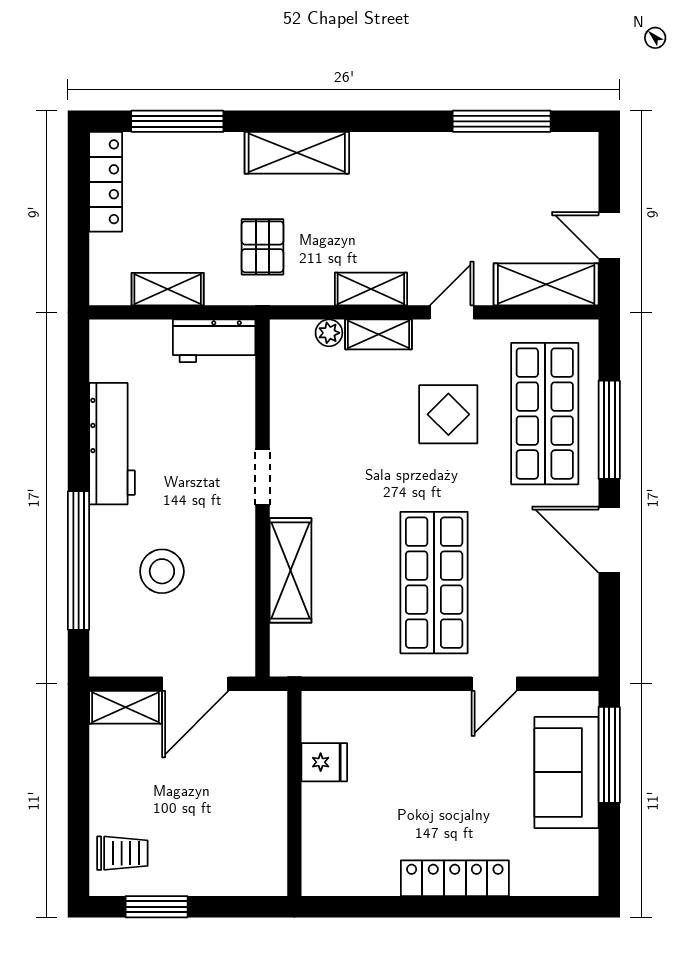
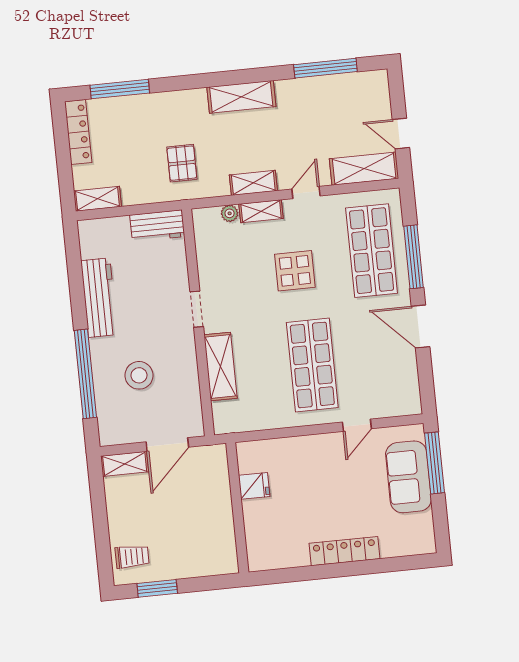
shelving: (297, 153) -> (241, 97), moved
shelving: (168, 289) -> (98, 199), moved
display table: (448, 414) -> (295, 271), moved

